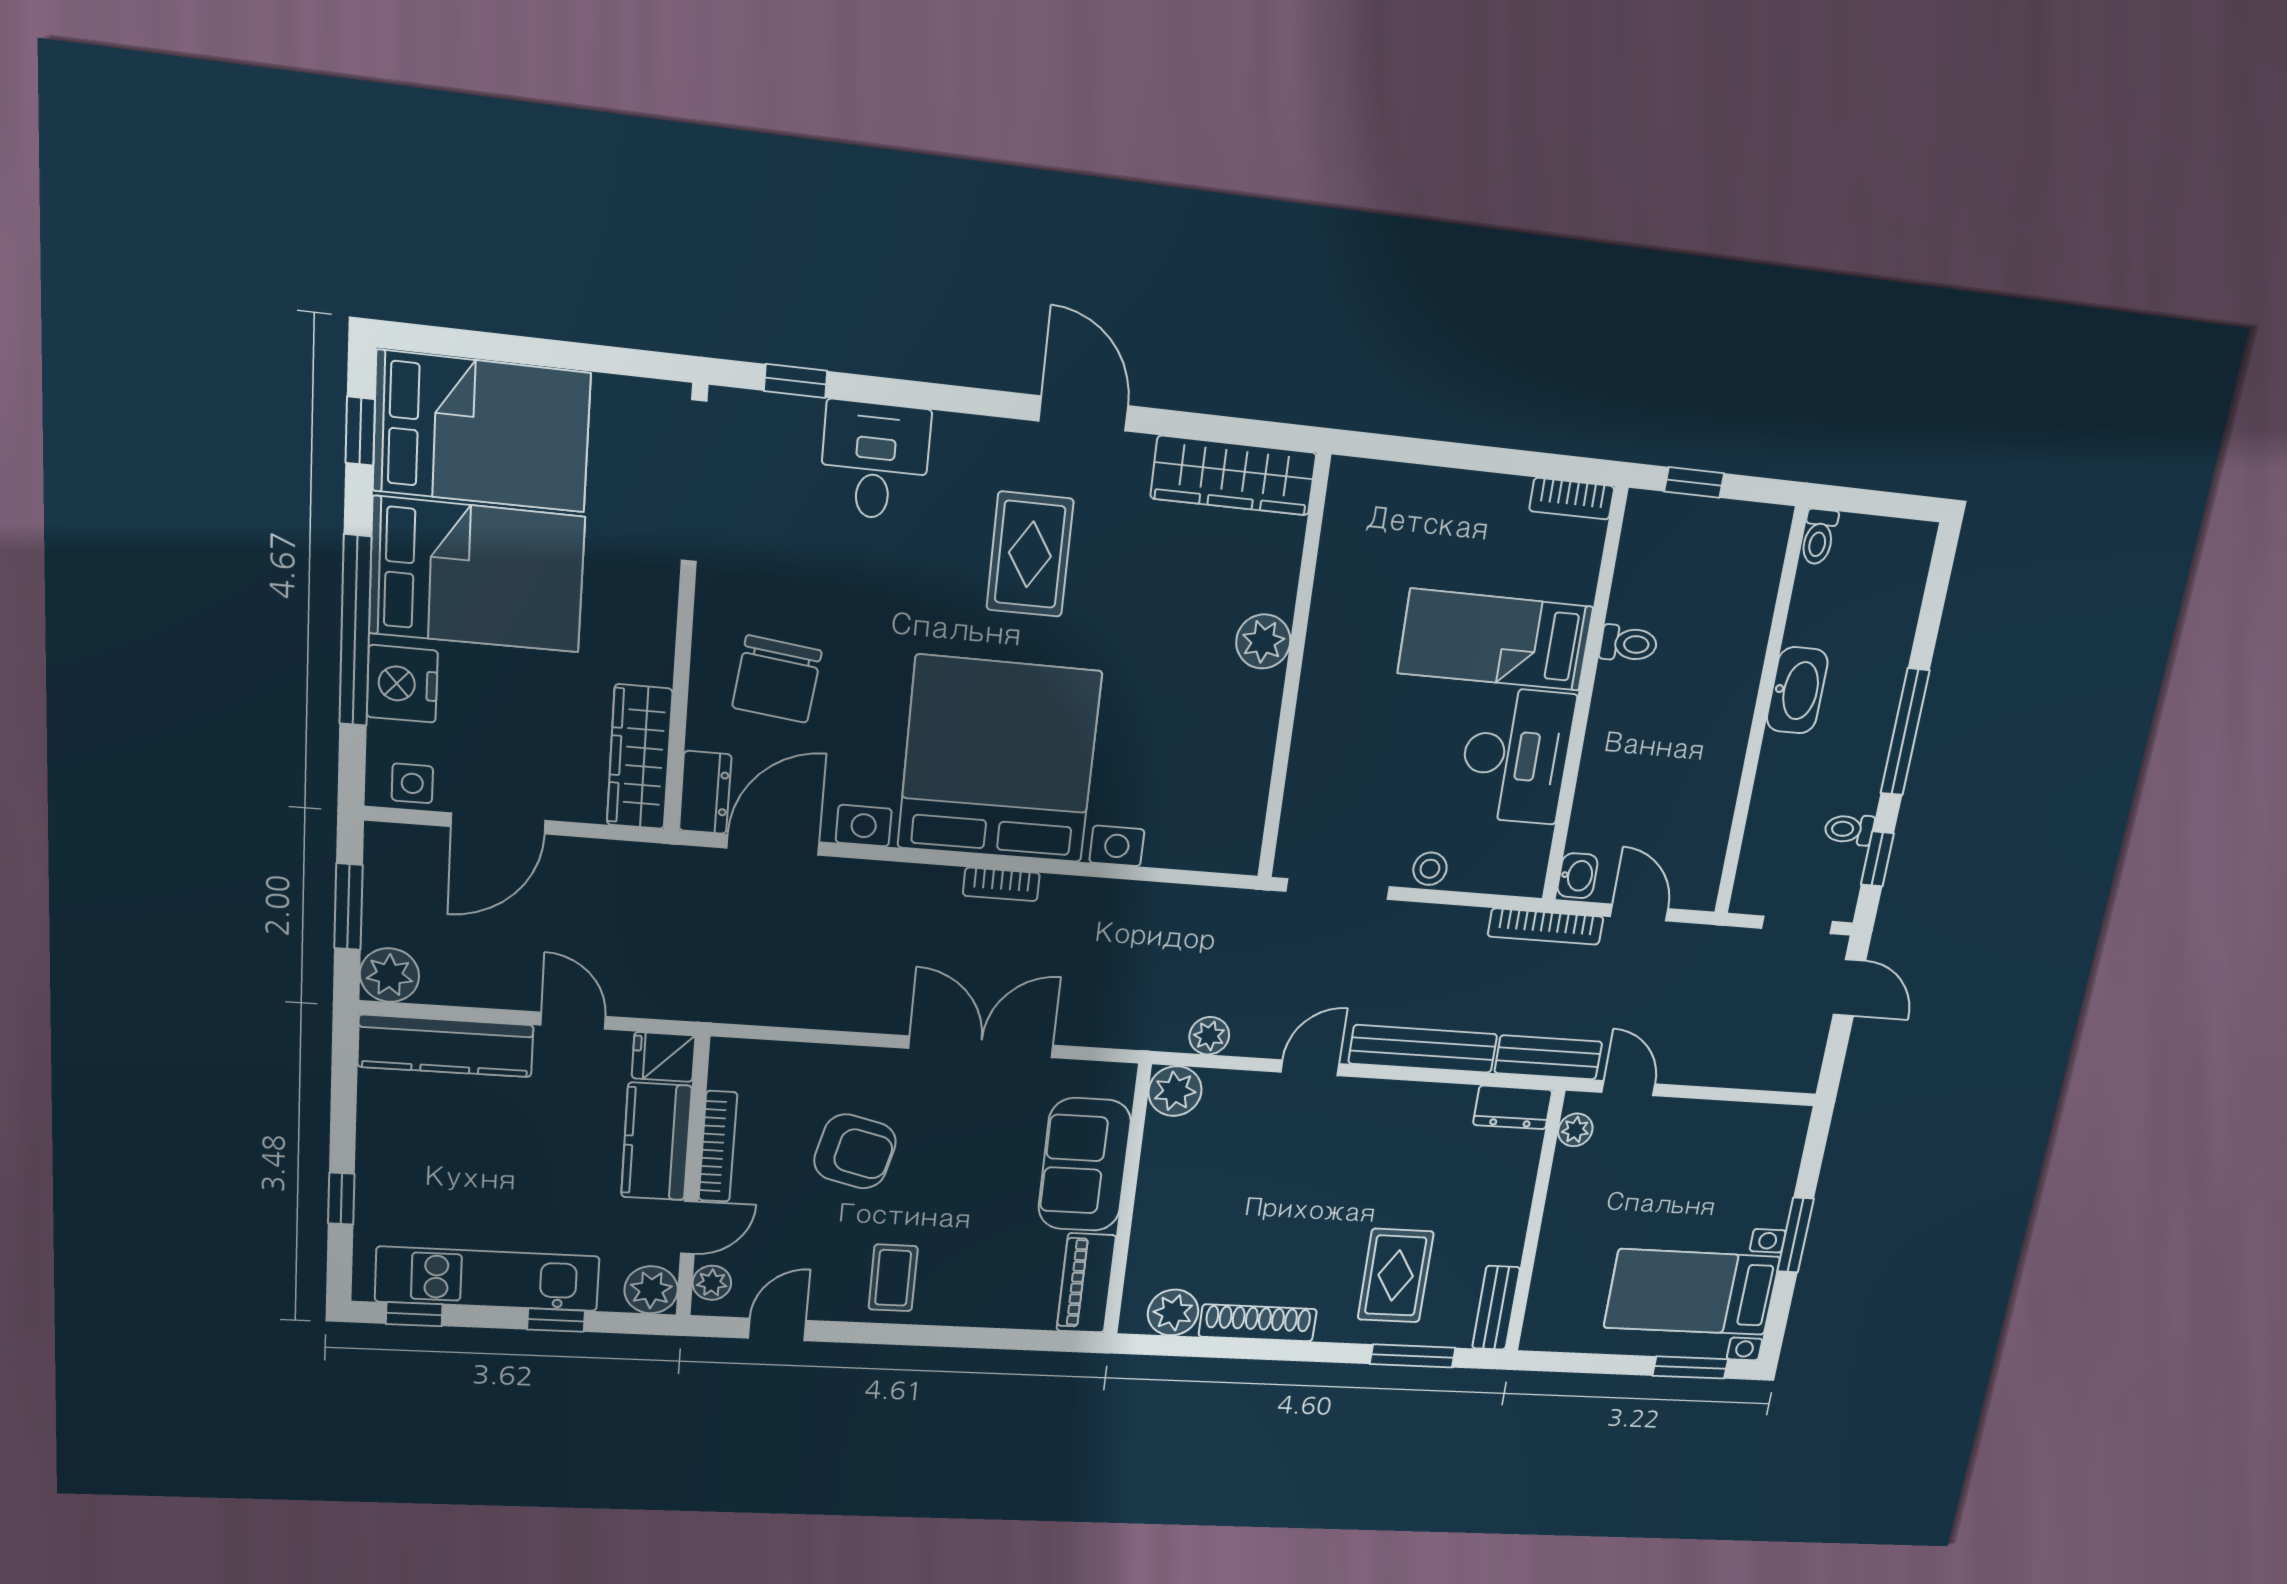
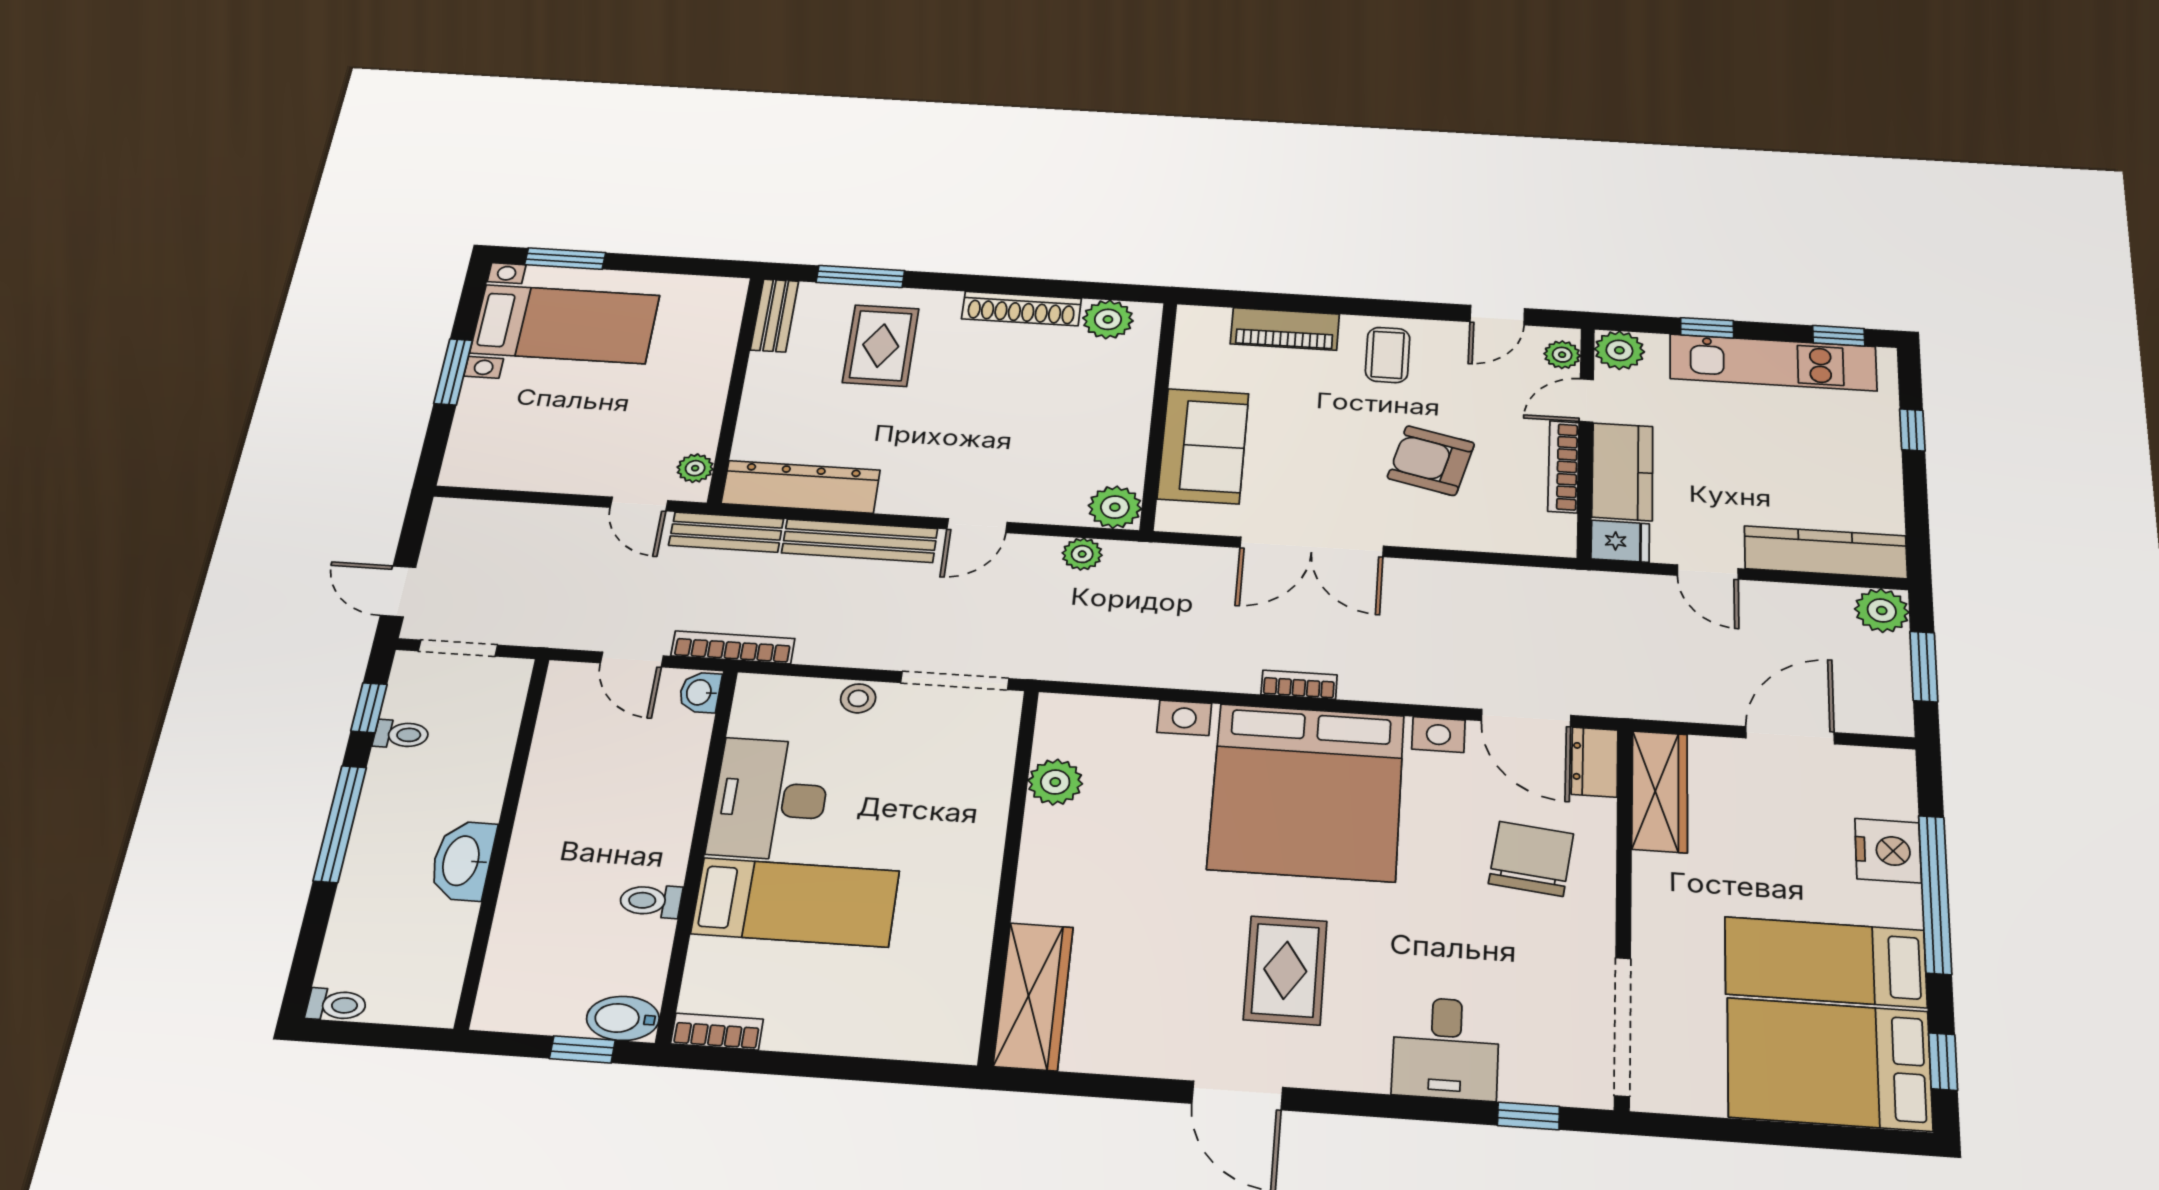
wardrobe: (1234, 476) -> (1034, 996), moved, turned 90
bidet: (1657, 515) -> (623, 1018), added
toilet: (1819, 537) -> (337, 1005), moved, turned 90
bed: (477, 575) -> (1825, 962), width x0.67
plant: (1263, 641) -> (1055, 782), moved
side table: (412, 783) -> (1872, 768), removed
door: (773, 845) -> (1526, 718), hinge flipped
dresser: (1513, 1107) -> (801, 487), width x1.96, depth x1.24
piano: (1086, 1283) -> (1285, 329), moved, turned 90

